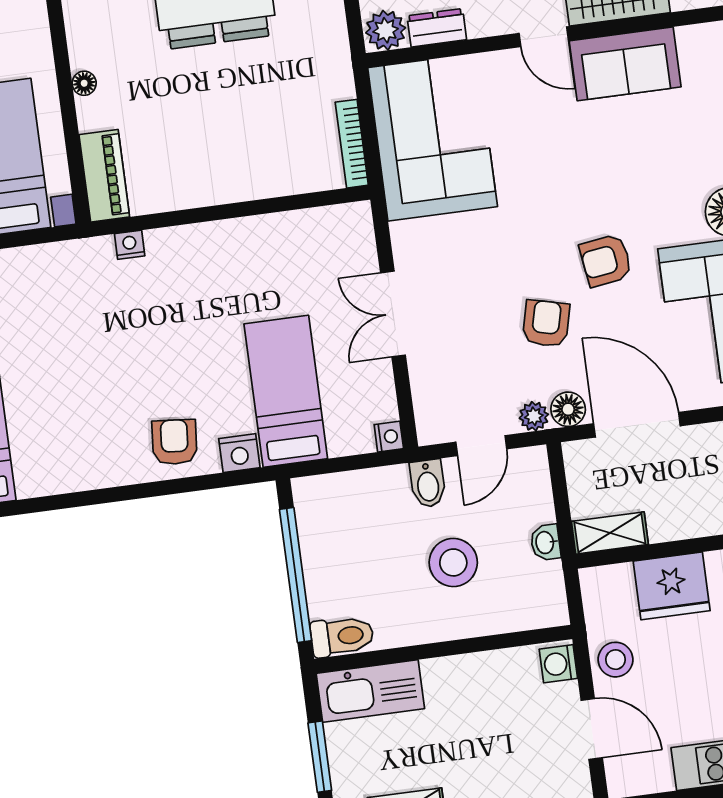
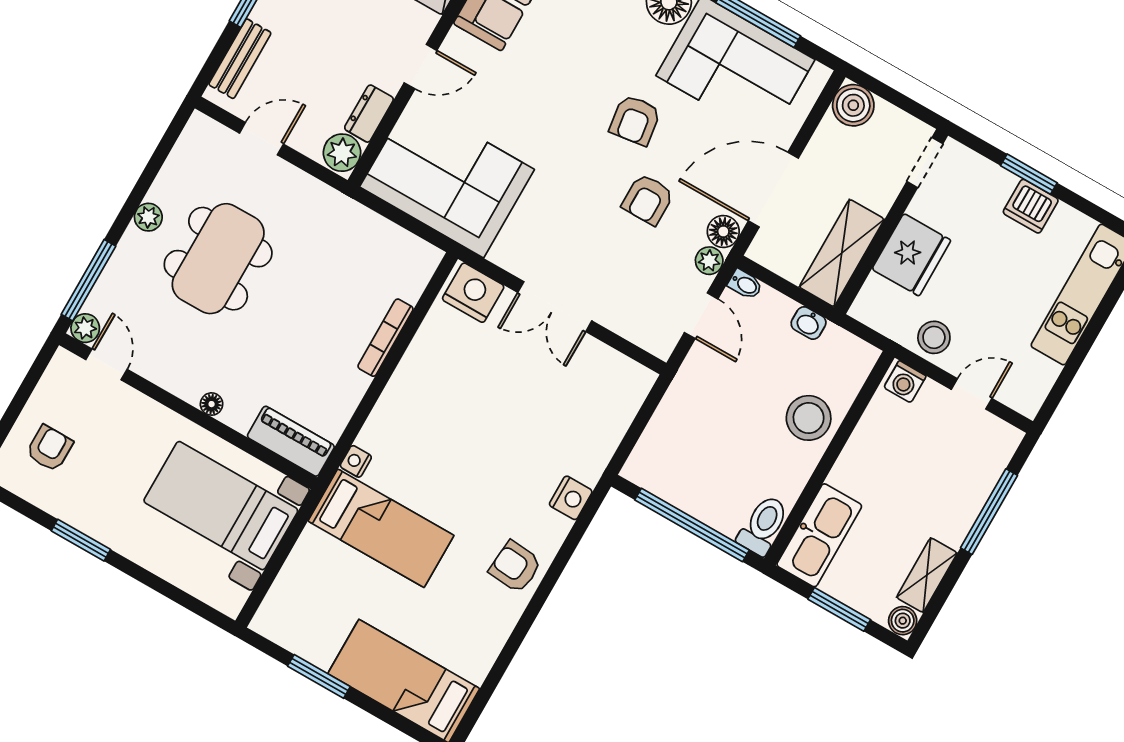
door: (544, 37) -> (421, 67), moved
bookcase: (352, 144) -> (386, 338), moved, turned 90
armchair: (546, 323) -> (648, 199), turned -104
bed: (286, 391) -> (381, 528), moved, turned 180
nightstand: (389, 437) -> (473, 293), moved, width x1.89, depth x1.79
armchair: (174, 442) -> (515, 567), moved
bidet: (428, 483) -> (745, 284), moved, width x0.72, depth x0.74
shelving: (610, 533) -> (842, 253), width x1.50, depth x1.33
stool: (453, 562) -> (809, 418), moved
door: (592, 729) -> (972, 394), width x0.73

